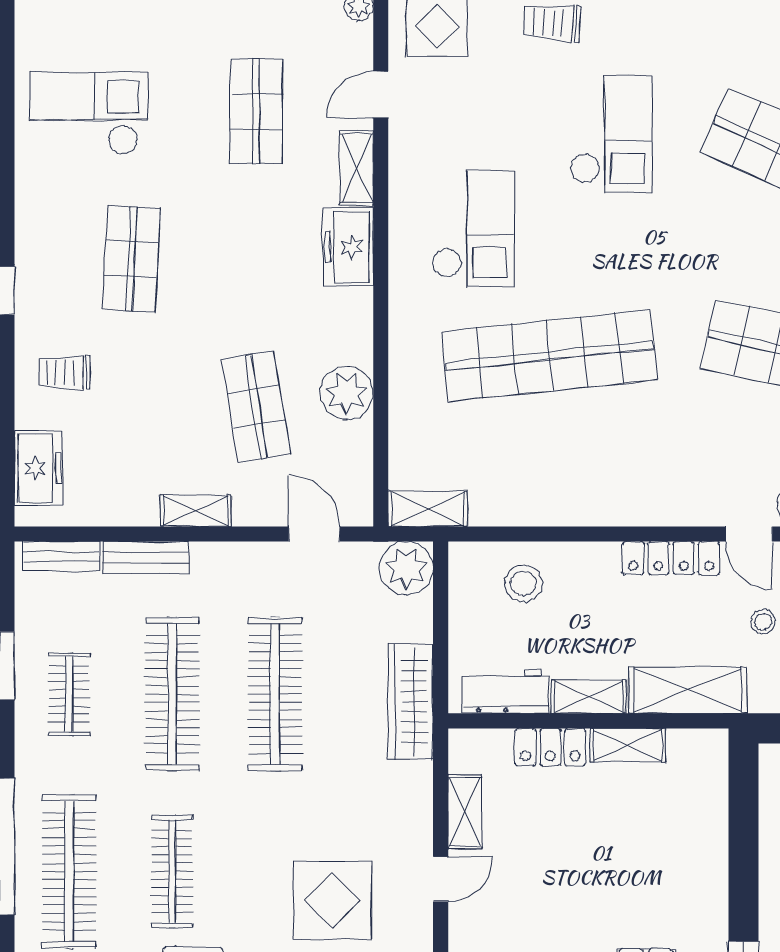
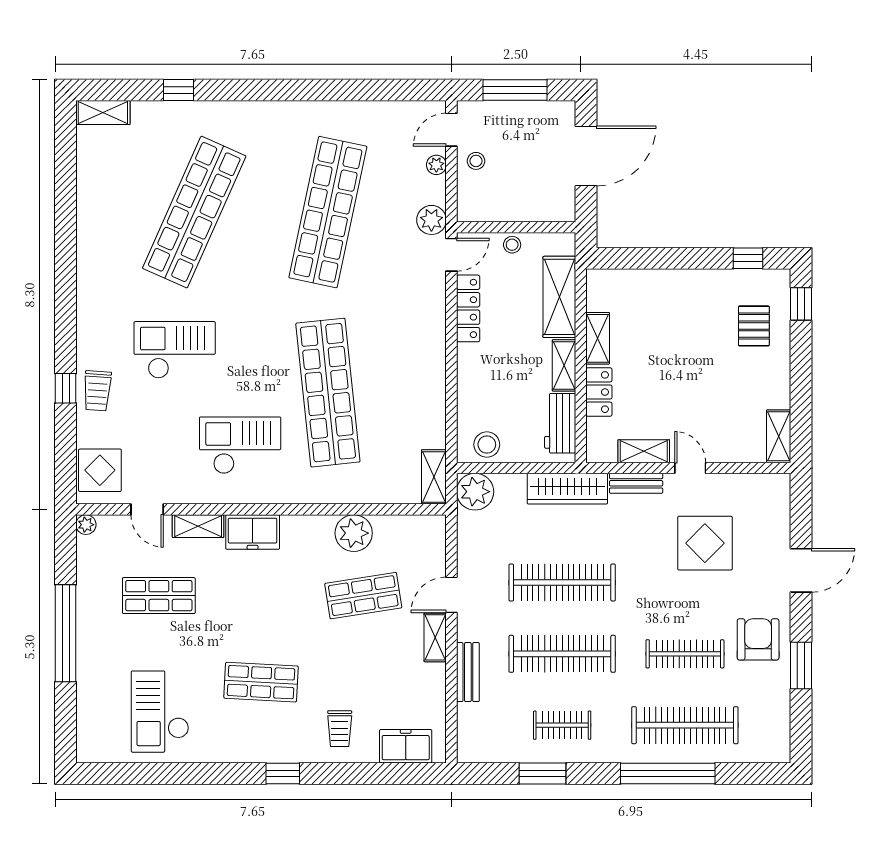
door: (314, 534) -> (451, 595), moved
bench: (62, 556) -> (636, 483), moved, turned 90
stool: (523, 583) -> (487, 445), moved

